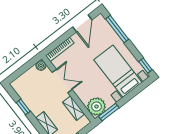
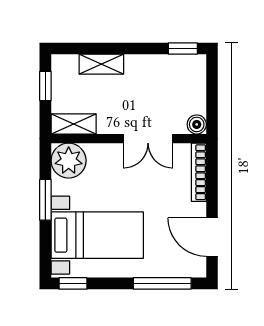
window: (23, 107) -> (183, 48), moved
shelving: (74, 108) -> (74, 124), moved
window: (109, 112) -> (45, 200), moved

